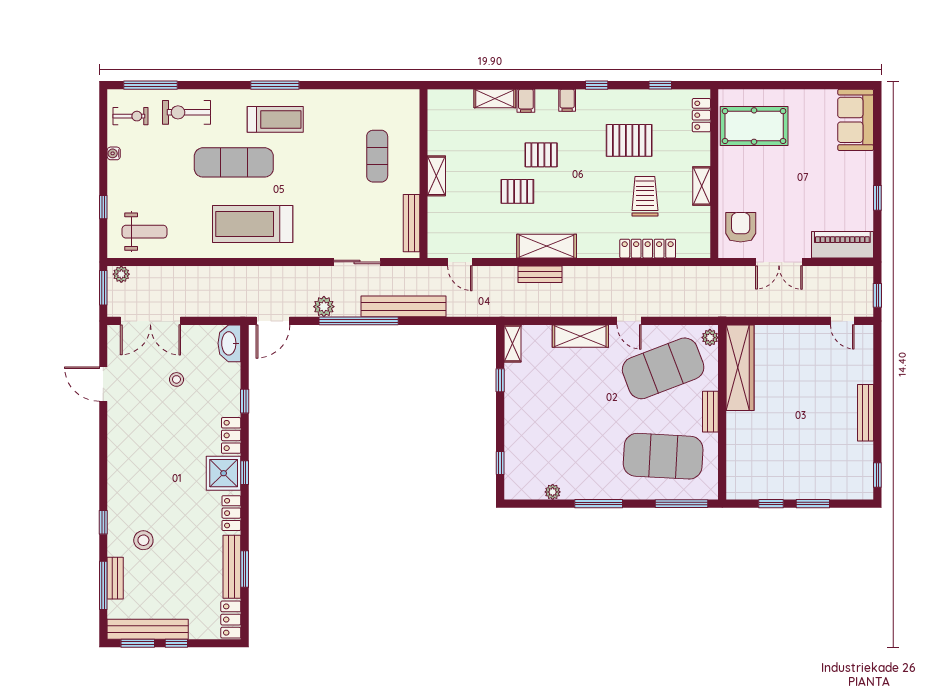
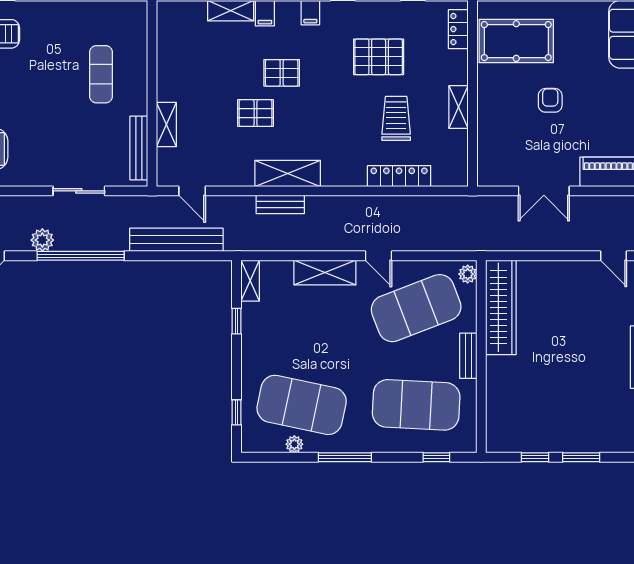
shelving: (436, 176) -> (166, 125), moved
armchair: (741, 227) -> (550, 100), moved, width x0.72, depth x0.72
bench: (404, 306) -> (176, 240), moved
exercise mat: (559, 456) -> (302, 405), added
window: (681, 504) -> (436, 457), width x0.46

